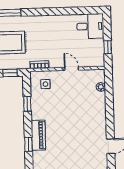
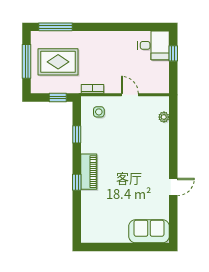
window: (108, 47) -> (173, 53), moved

